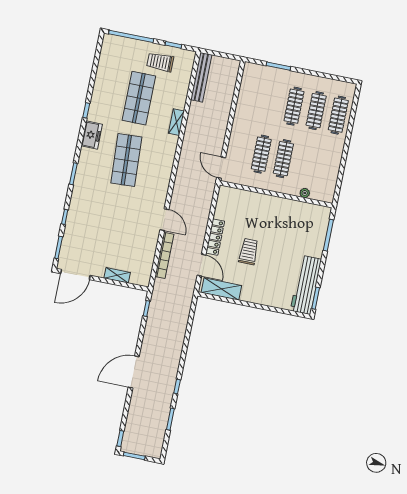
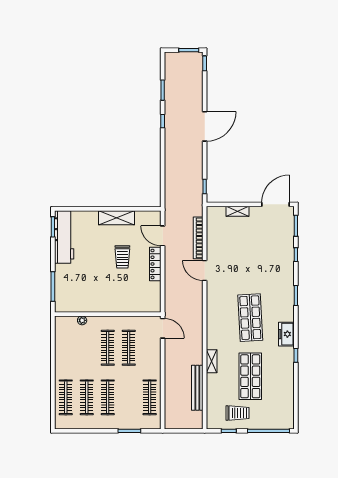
bench: (201, 77) -> (197, 388), moved
clothes rail: (250, 97) -> (150, 397), added
shelving: (221, 289) -> (116, 218), moved

